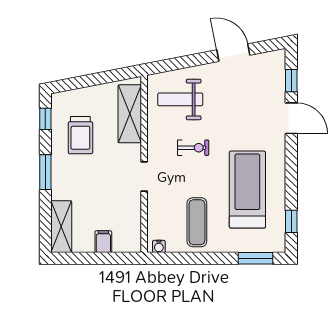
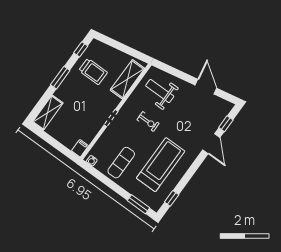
trolley: (80, 135) -> (93, 72), turned -90
filing cabinet: (103, 242) -> (80, 148), moved

